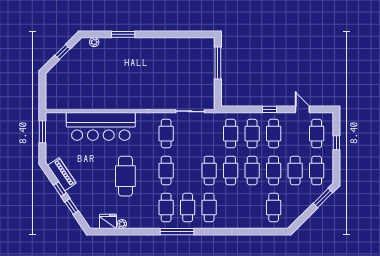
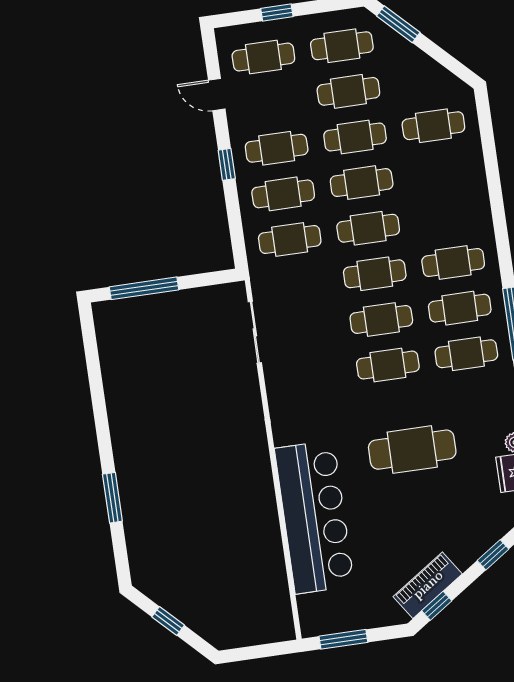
plant: (94, 42) -> (137, 557), removed
door: (302, 109) -> (217, 95), hinge flipped
cafe table: (166, 134) -> (381, 319), moved
window: (60, 189) -> (437, 606), moved

